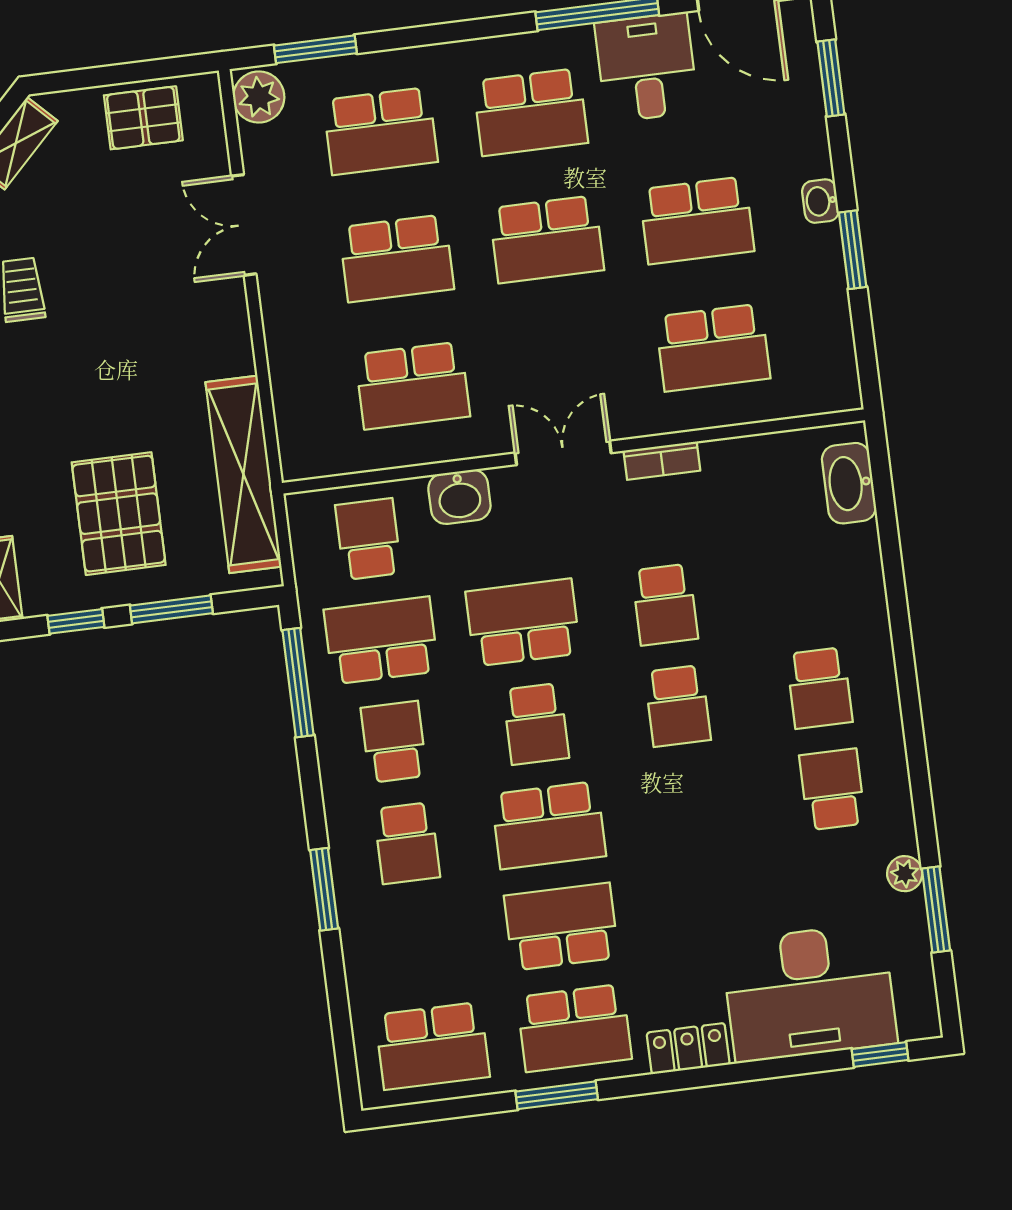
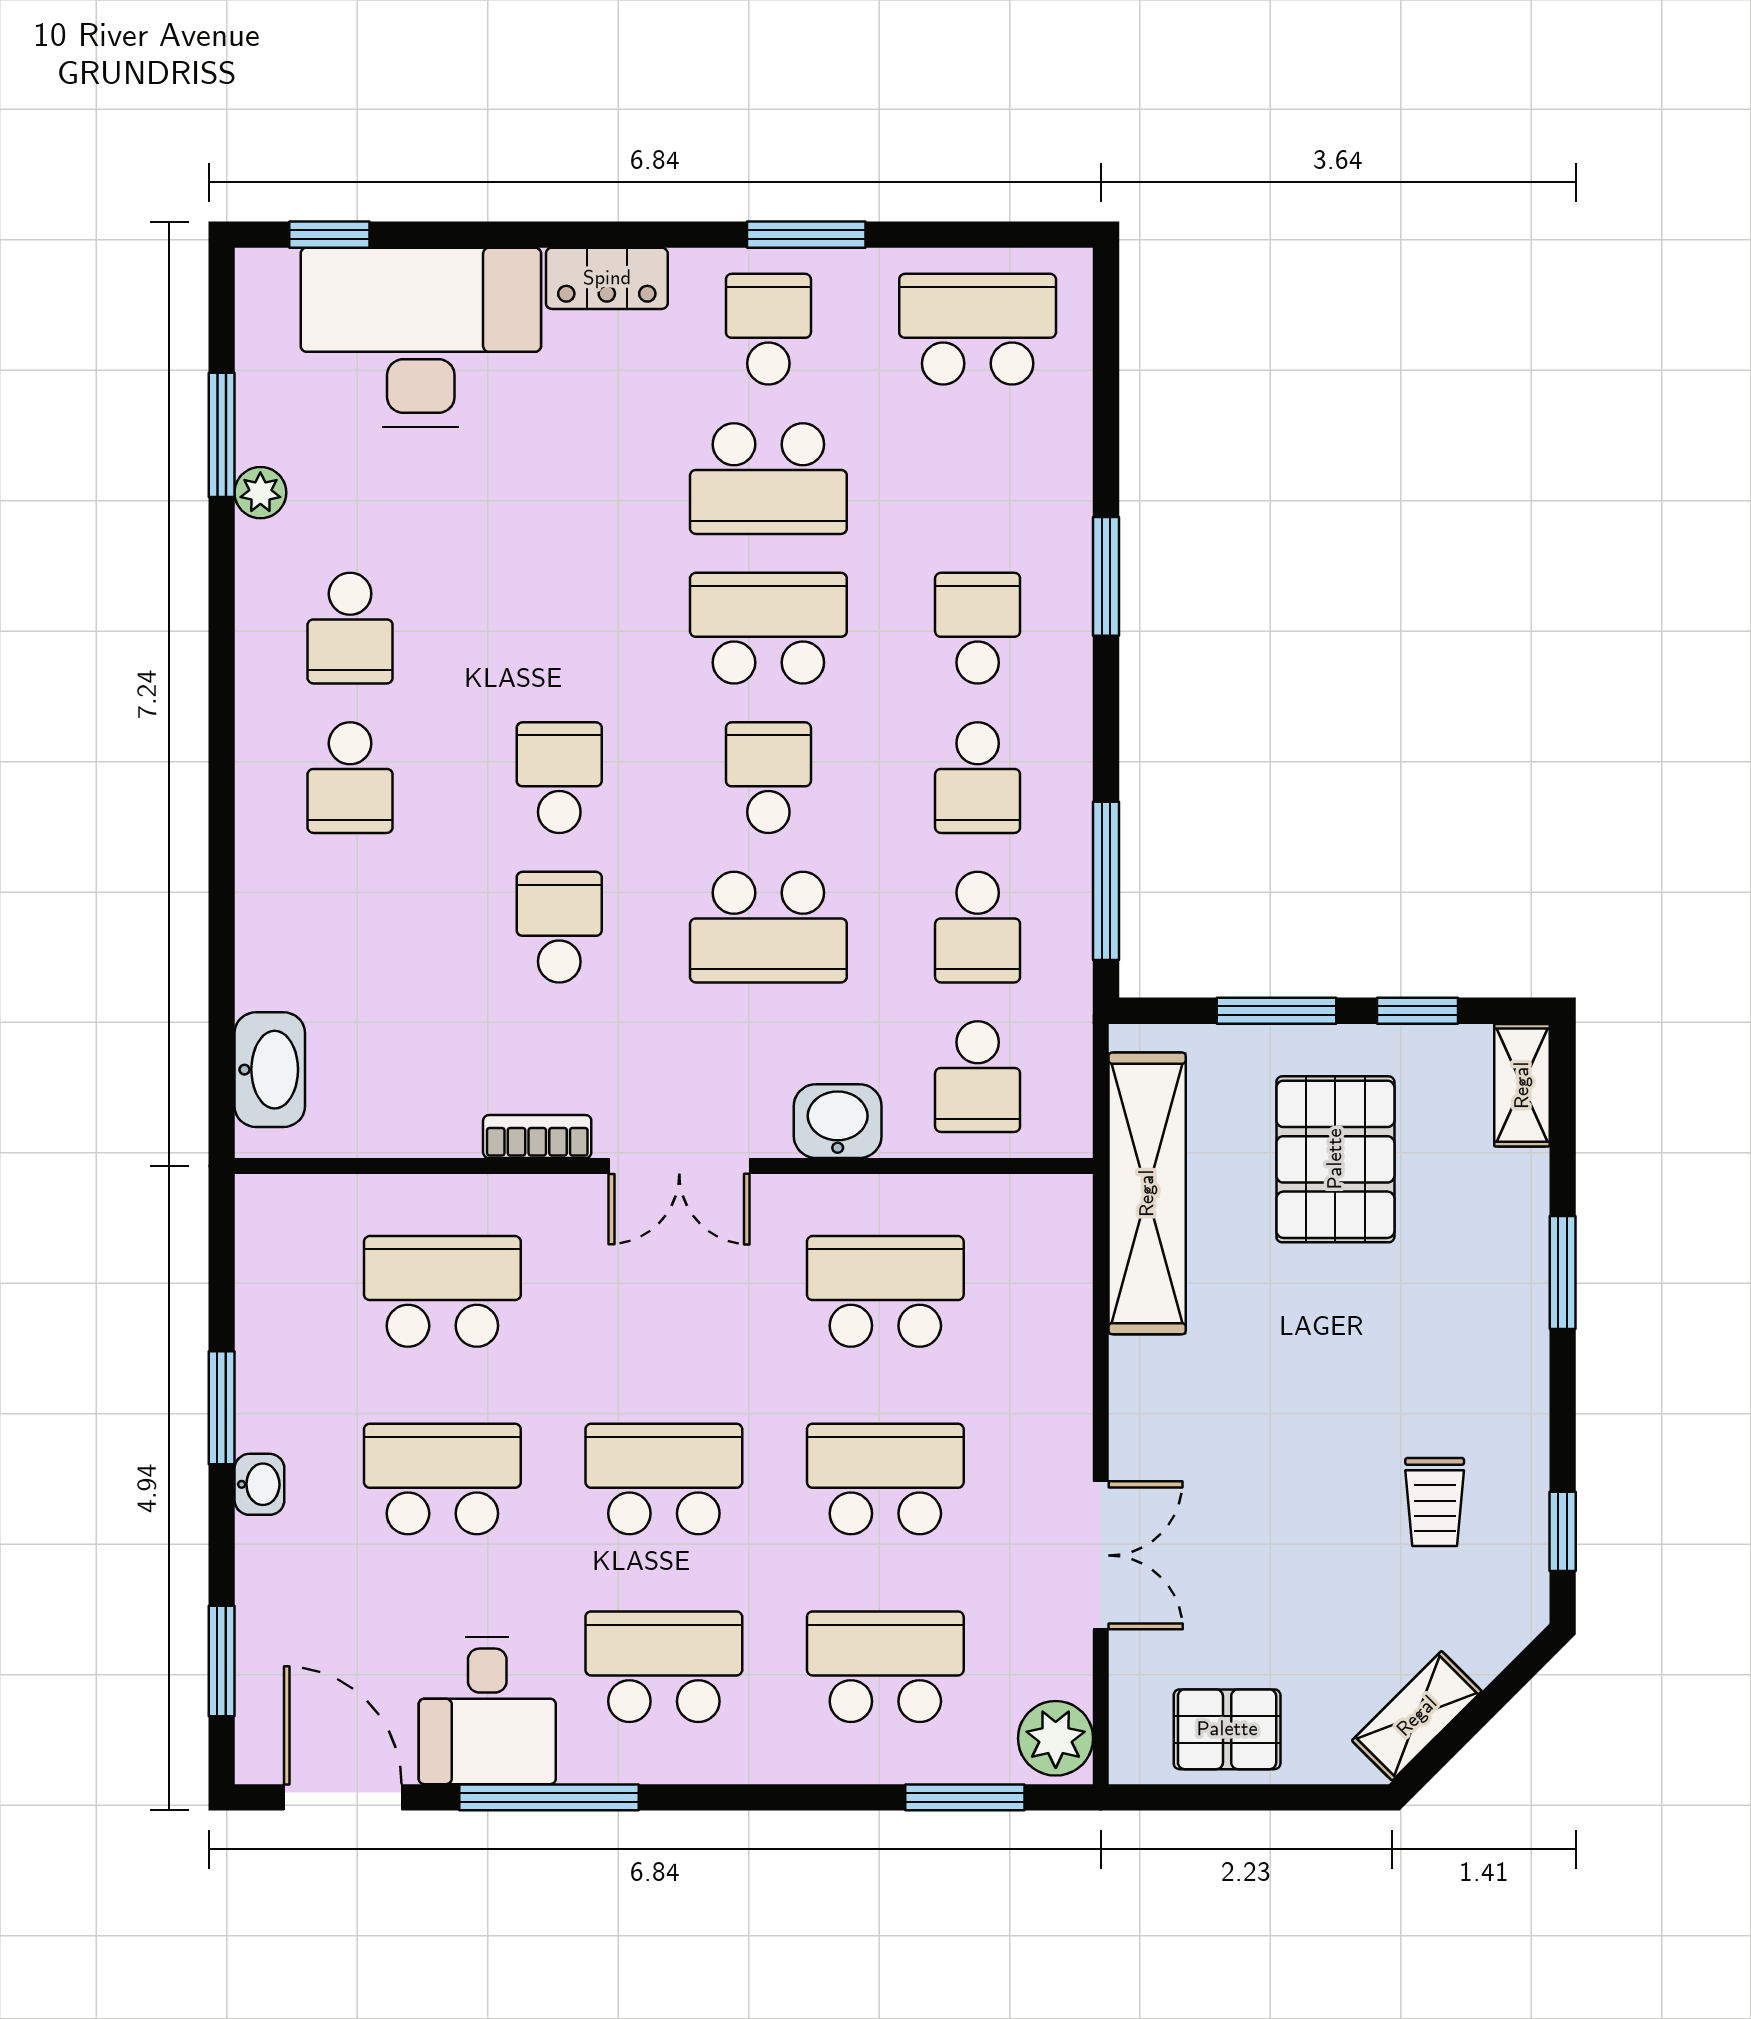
school desk: (381, 640) -> (978, 927), width x0.54
school desk: (819, 688) -> (350, 778), turned 180
school desk: (574, 1028) -> (768, 329), width x0.54

